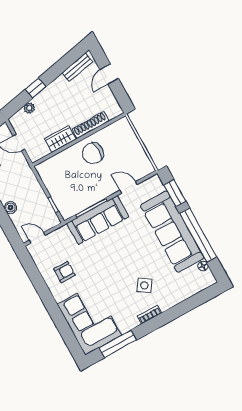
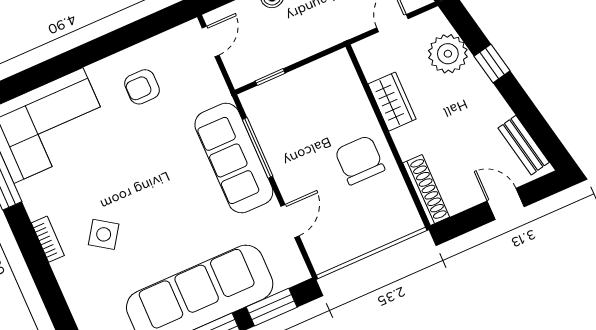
plant: (29, 108) -> (448, 54), width x1.88, depth x1.88
shoe rack: (90, 125) -> (426, 190), moved
armchair: (64, 272) -> (142, 87), turned 90

